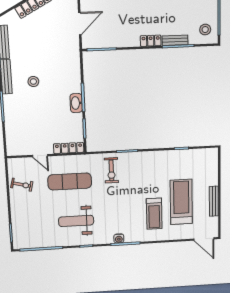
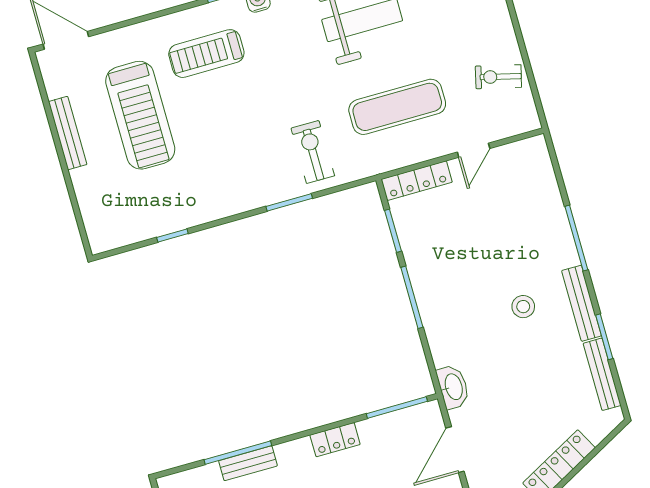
locker: (151, 41) -> (335, 440), moved
washbasin: (76, 103) -> (453, 387), moved
door: (40, 156) -> (474, 150), swing flipped
treadmill: (154, 214) -> (206, 54), moved, turned -90

